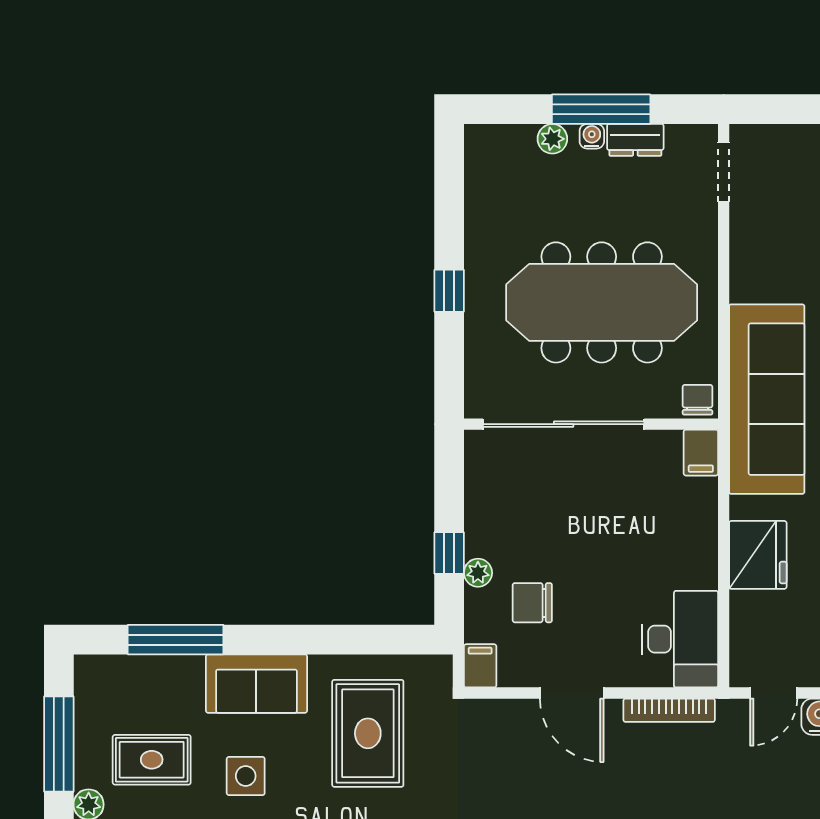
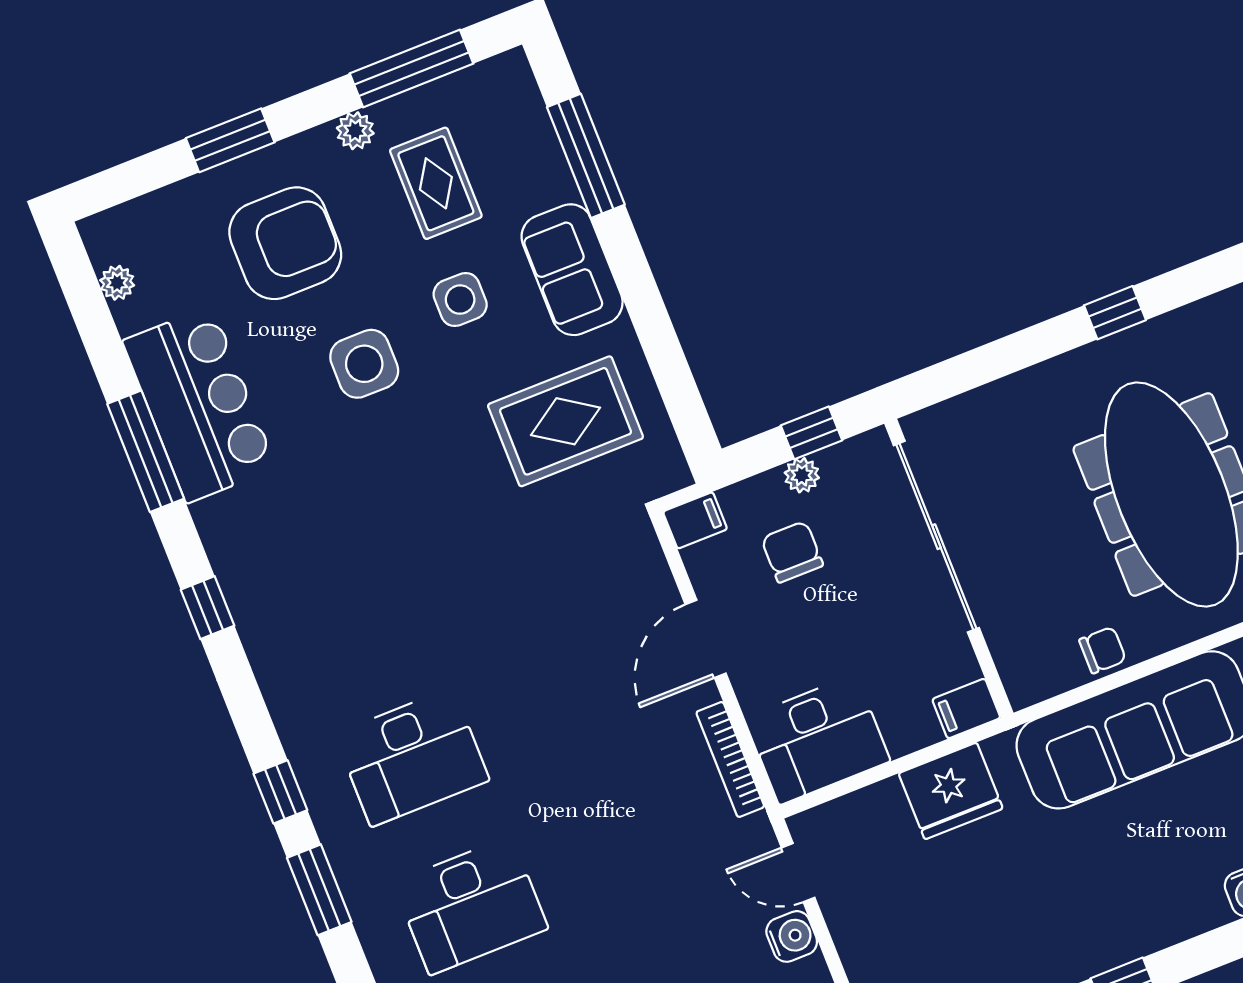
sliding door: (564, 424) -> (936, 537), moved
wall: (591, 424) -> (949, 568), moved
filing cabinet: (701, 453) -> (966, 709), moved

